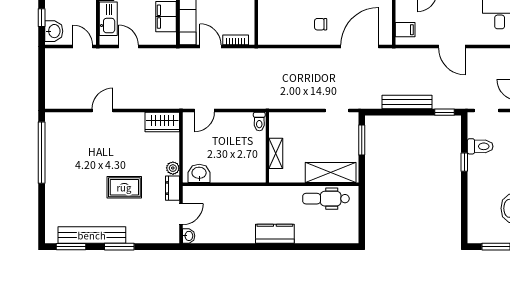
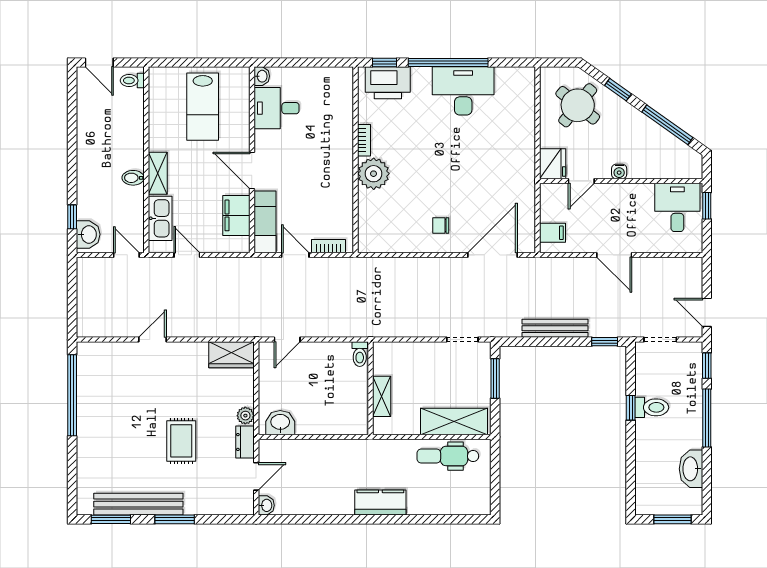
toilet: (480, 146) -> (652, 407), moved
rug: (124, 187) -> (181, 441), turned 90

